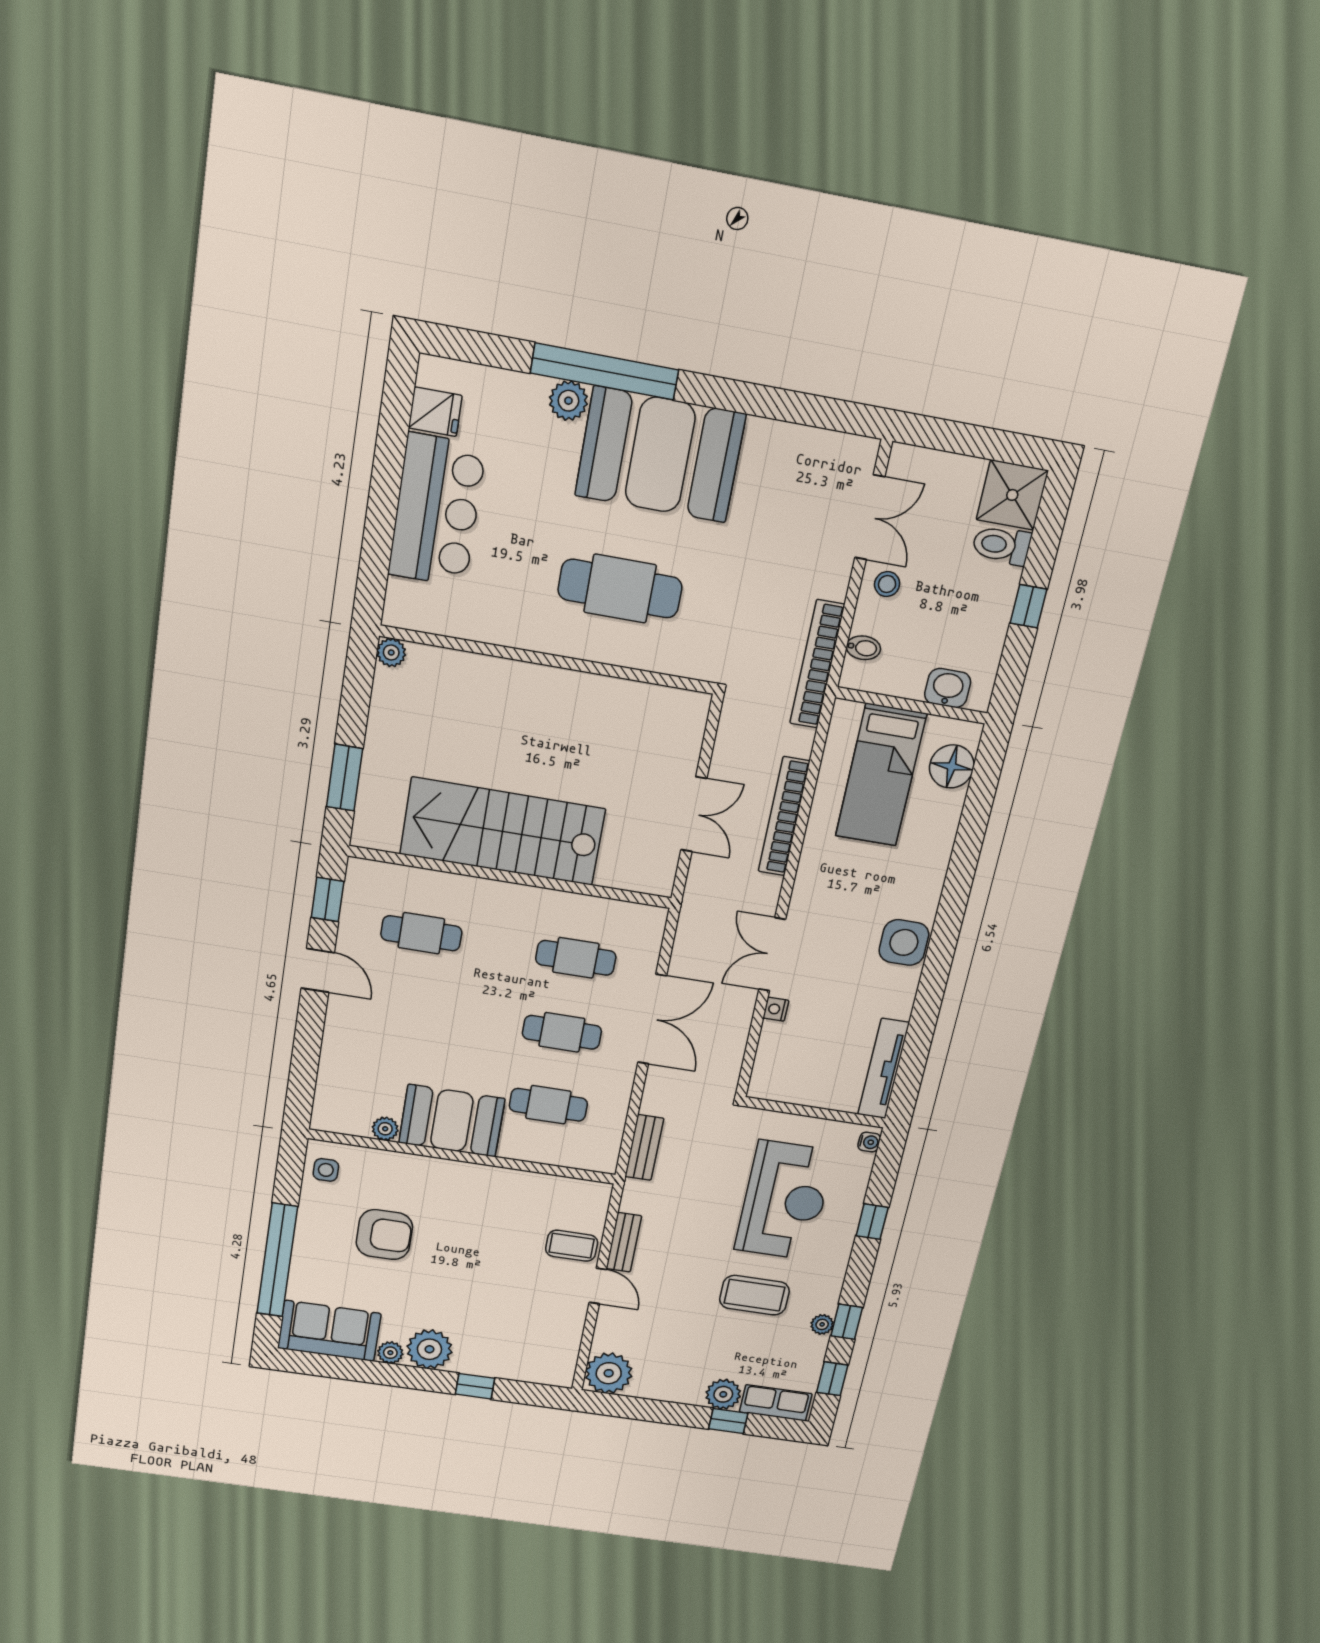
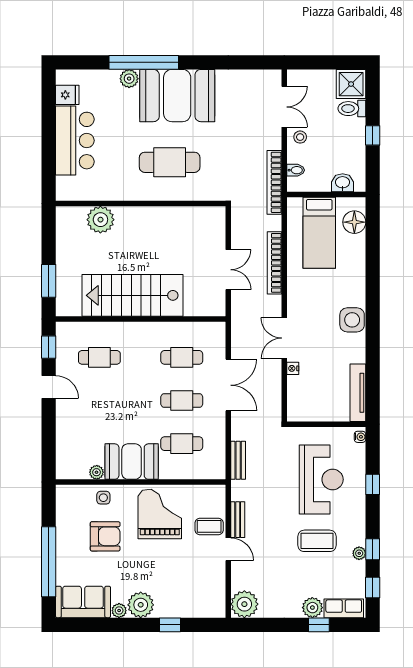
plant: (391, 653) -> (100, 220), moved, width x1.88, depth x1.88
side table: (326, 1170) -> (103, 498), moved
grand piano: (488, 1213) -> (160, 514), added

